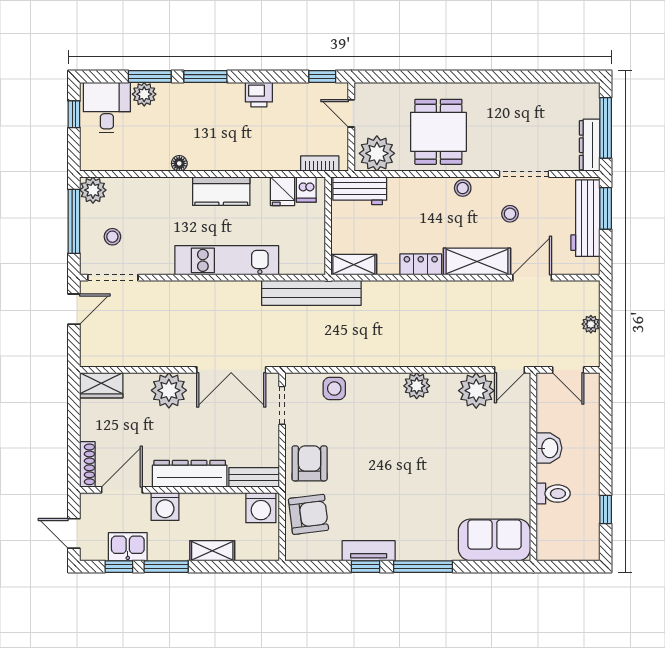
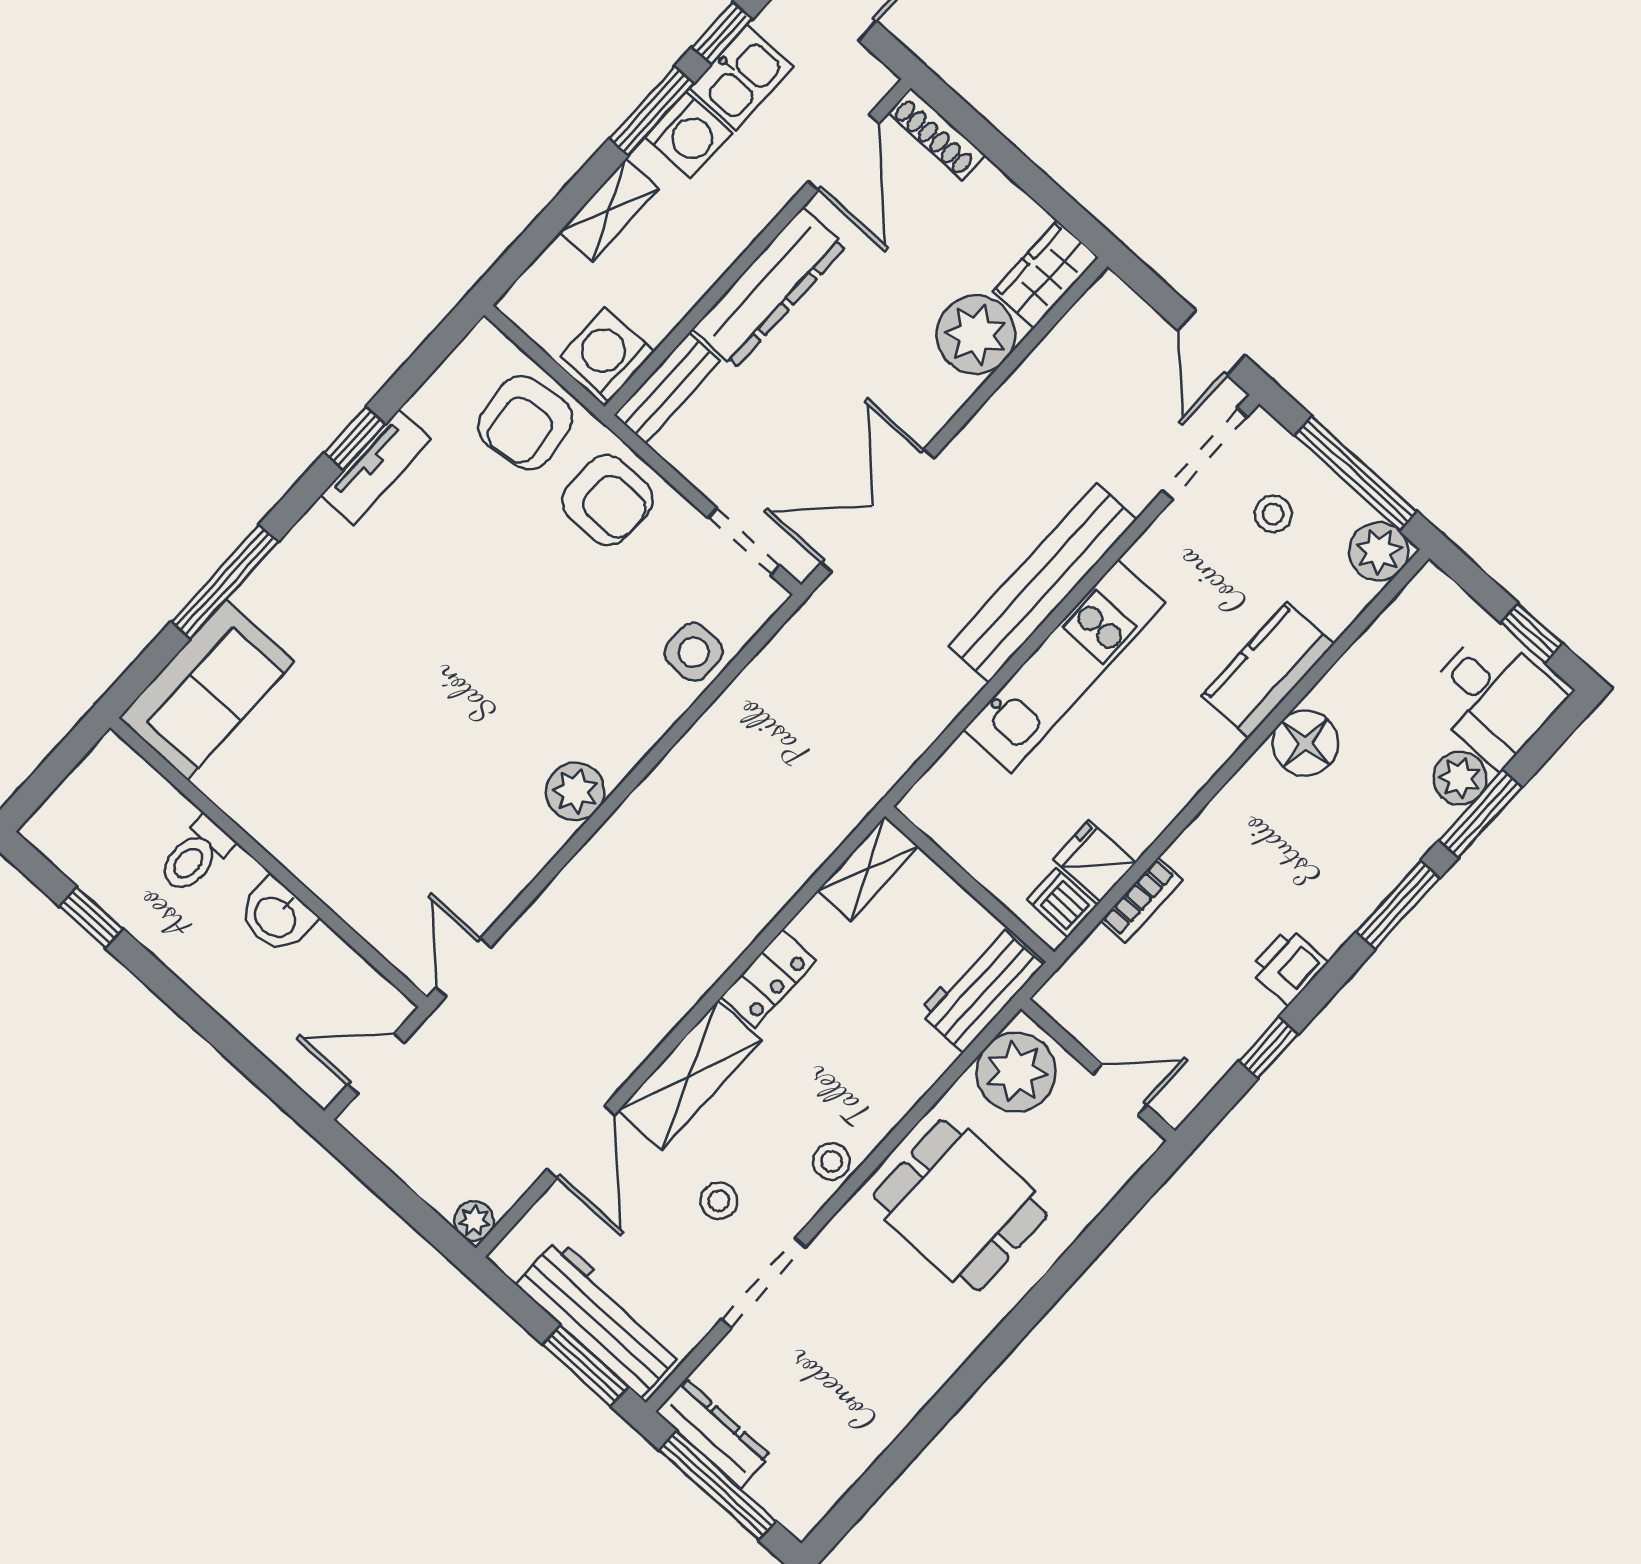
window: (322, 76) -> (1268, 1048), moved
floor lamp: (179, 163) -> (1305, 743), width x1.89, depth x1.89
bookcase: (320, 164) -> (1142, 900), moved
kitchen counter: (221, 191) -> (1268, 670), moved
bench: (311, 293) -> (1043, 583), moved
plant: (591, 324) -> (474, 1221), moved
plant: (169, 390) -> (976, 334), moved
plant: (476, 391) -> (479, 882), removed
washing machine: (165, 506) -> (689, 135), moved, turned 180
window: (423, 567) -> (225, 582), moved

